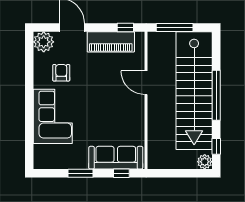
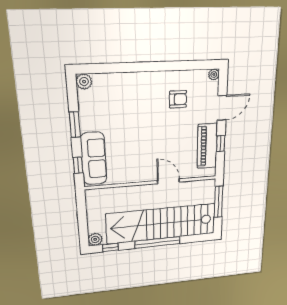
window: (125, 28) -> (221, 144), moved
plant: (44, 42) -> (214, 75), width x0.53, depth x0.53
door: (146, 83) -> (168, 181), hinge flipped
corner sofa: (53, 116) -> (133, 93), removed
plant: (41, 162) -> (84, 82), added

